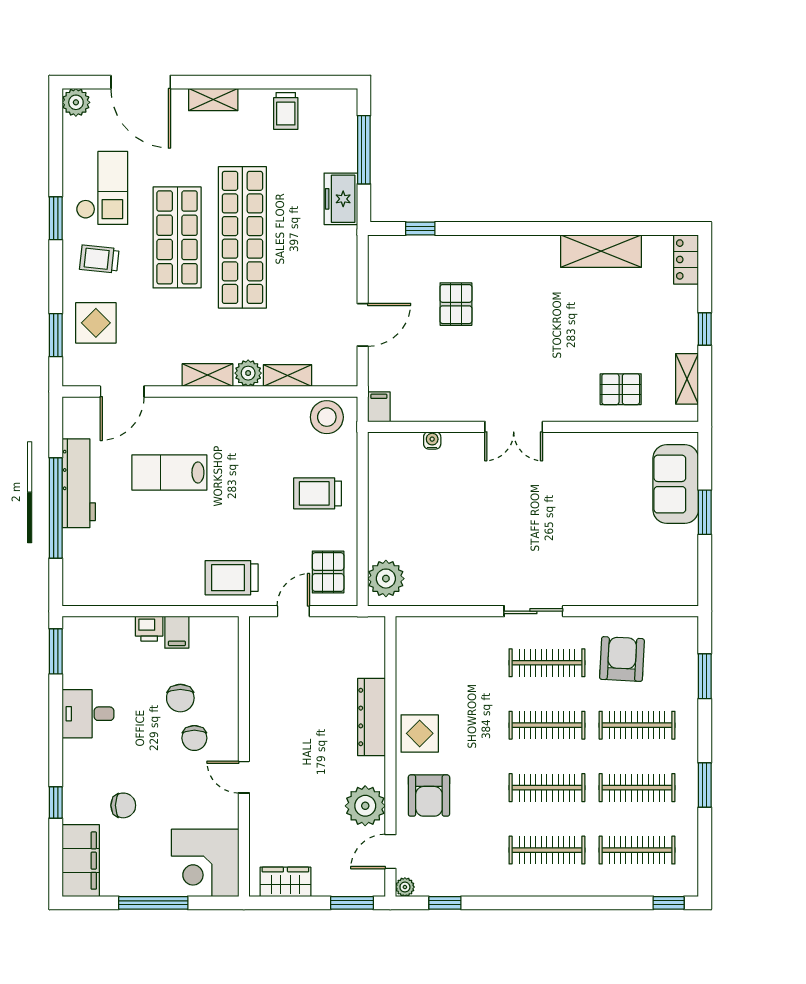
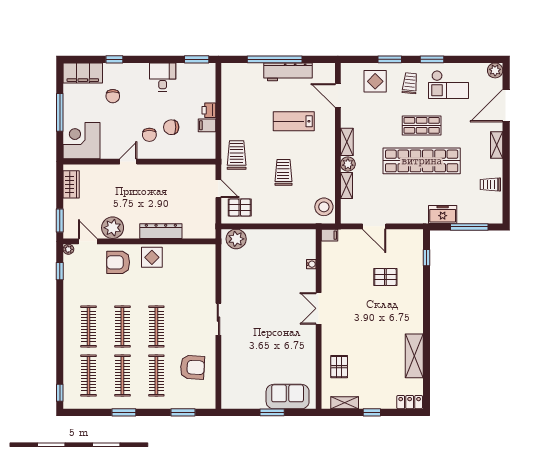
shop shelf: (177, 237) -> (422, 125), width x0.70, depth x0.74
window: (56, 335) -> (390, 59), moved
lab bench: (169, 472) -> (294, 121), turned -90
trolley: (318, 493) -> (283, 172), moved
clothes rail: (547, 663) -> (190, 327), removed
chair: (194, 738) -> (149, 135), turned -90

